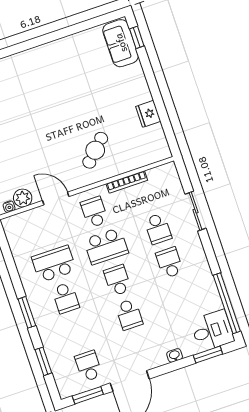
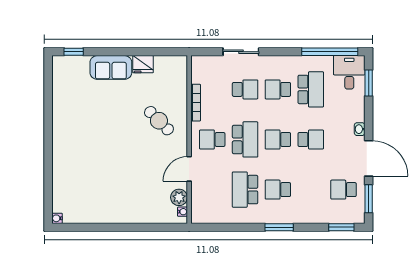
sofa: (121, 43) -> (111, 67), moved
school desk: (181, 297) -> (311, 89), added
school desk: (65, 298) -> (278, 190), turned 180
washbasin: (175, 355) -> (360, 129), moved
window: (43, 361) -> (341, 227), moved

